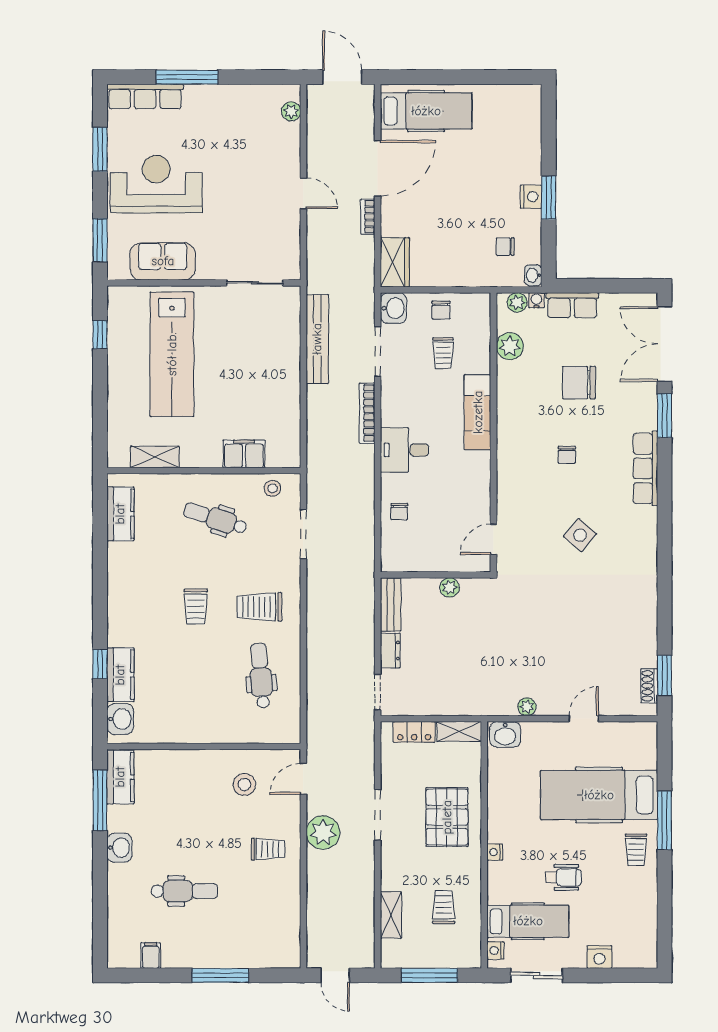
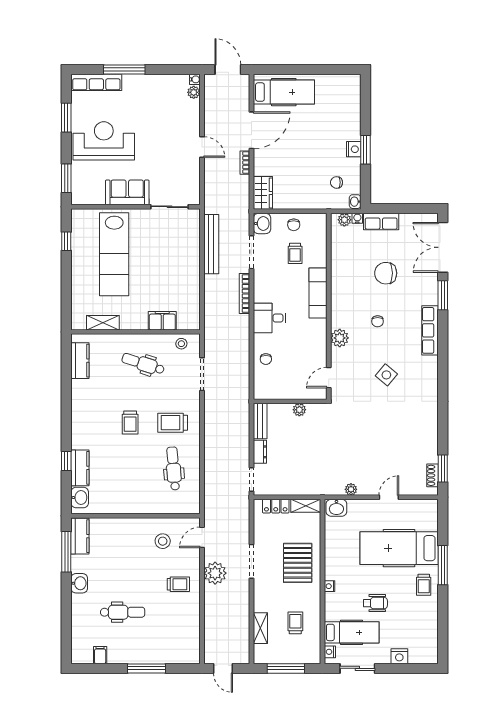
water cooler: (293, 92) -> (195, 79), added
sofa: (163, 261) -> (127, 192), moved
plant: (510, 346) -> (340, 338), moved

